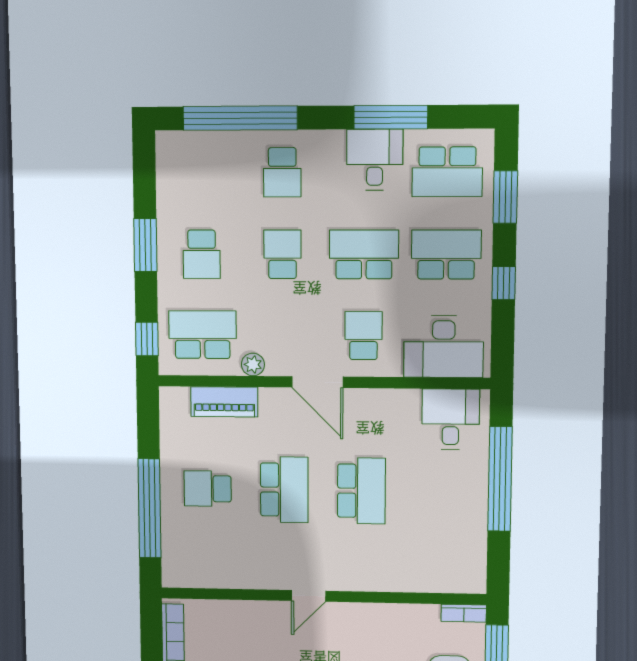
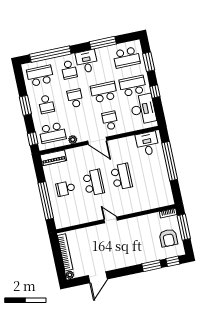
desk: (375, 160) -> (87, 61), moved
school desk: (201, 173) -> (40, 76), added
school desk: (202, 335) -> (52, 133), turned 180
desk: (444, 347) -> (143, 109), moved, turned -90
piano: (224, 402) -> (53, 158), moved
door: (308, 596) -> (111, 220), swing flipped

